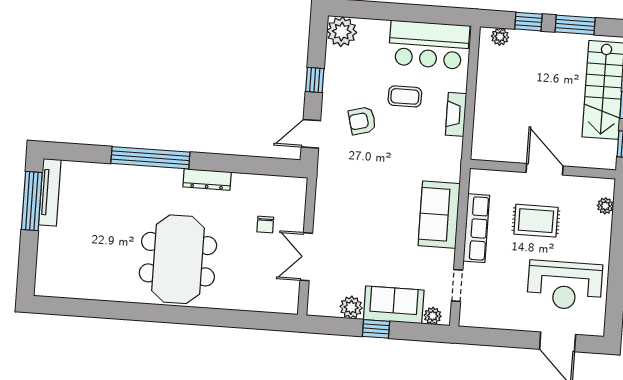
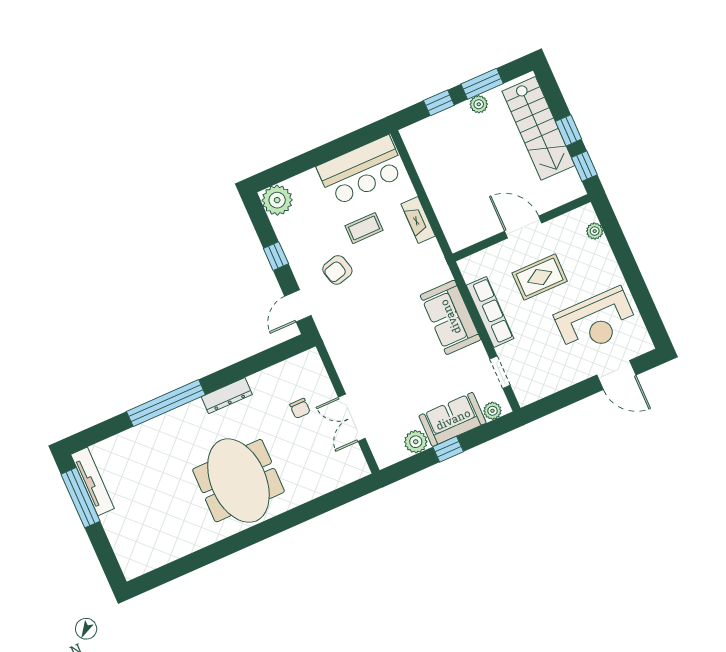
plant: (500, 37) -> (479, 104), moved

